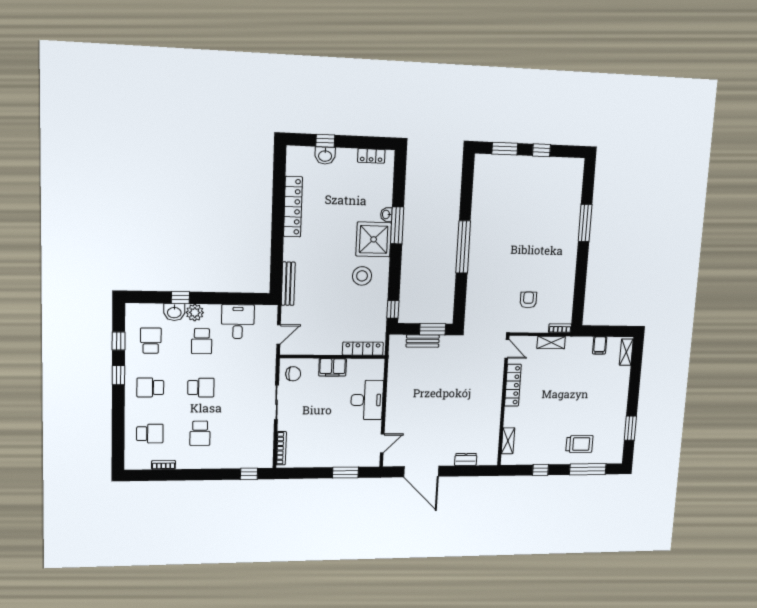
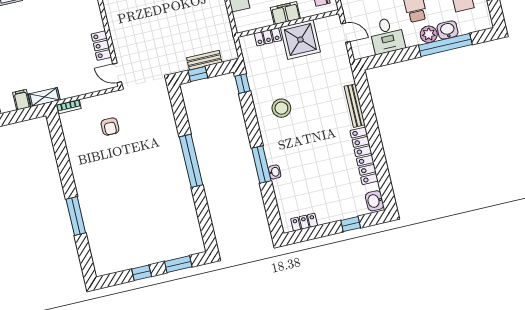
washbasin: (325, 156) -> (375, 201), moved, turned -90
shower: (374, 239) -> (300, 40), moved
bench: (288, 284) -> (355, 106), moved
window: (180, 298) -> (445, 45), width x3.17
window: (433, 329) -> (198, 74), width x0.67
door: (279, 334) -> (346, 33), swing flipped
shelving: (551, 342) -> (44, 97), moved
locker: (363, 349) -> (268, 37), width x0.66
locker: (513, 385) -> (101, 46), width x0.66

